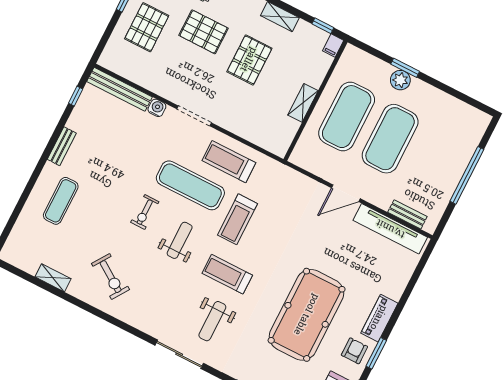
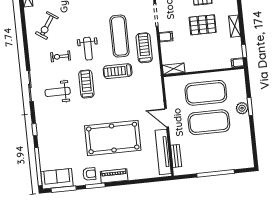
shelving: (303, 103) -> (174, 69), moved
filing cabinet: (233, 121) -> (166, 37), added
exercise bike: (145, 212) -> (61, 56), moved
weight bench: (180, 240) -> (88, 49), turned 90
pool table: (307, 315) -> (113, 138), moved

